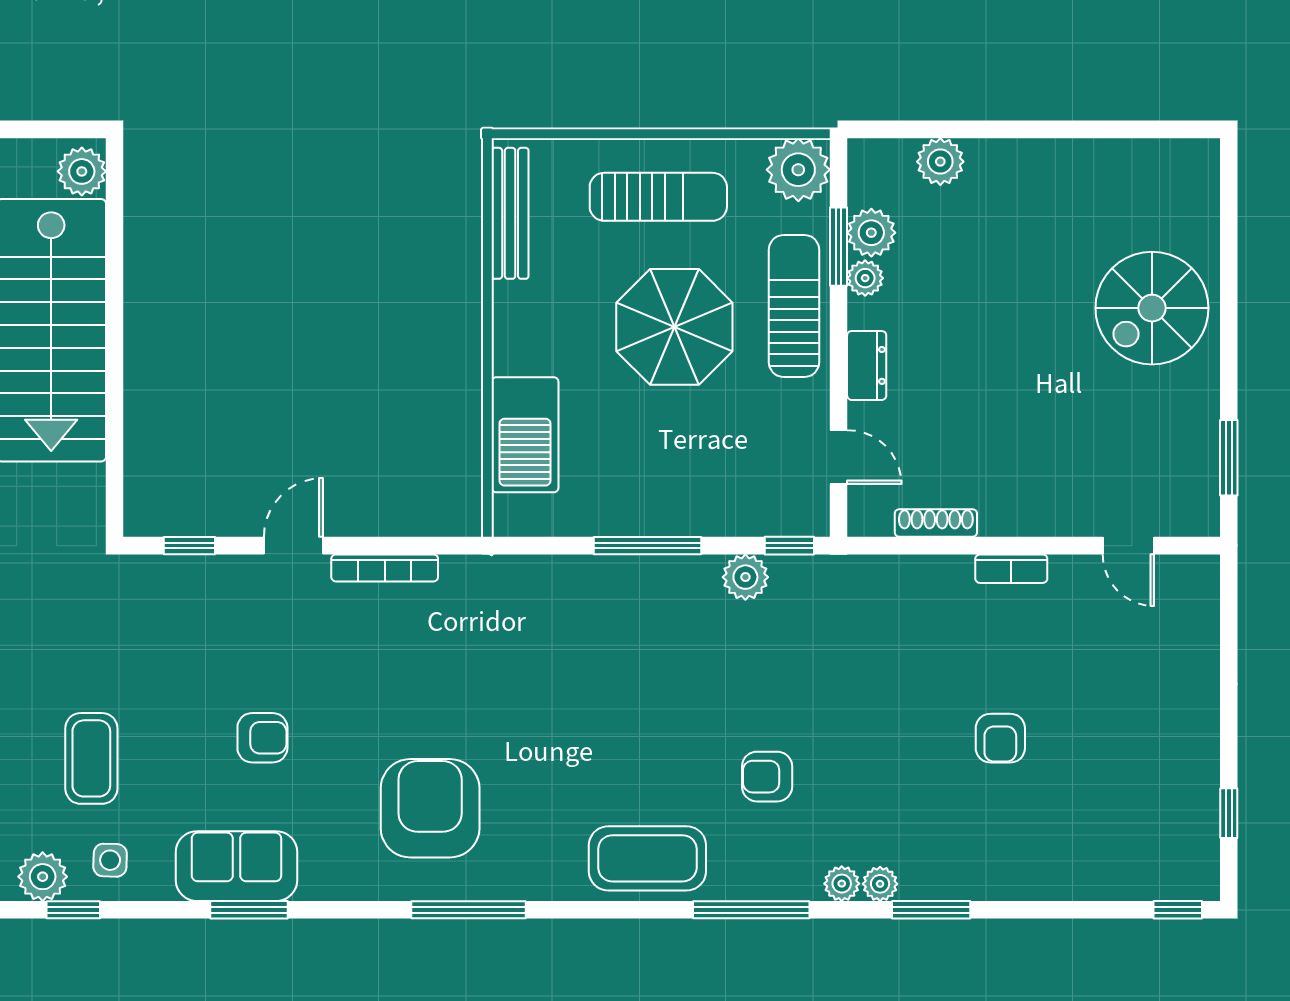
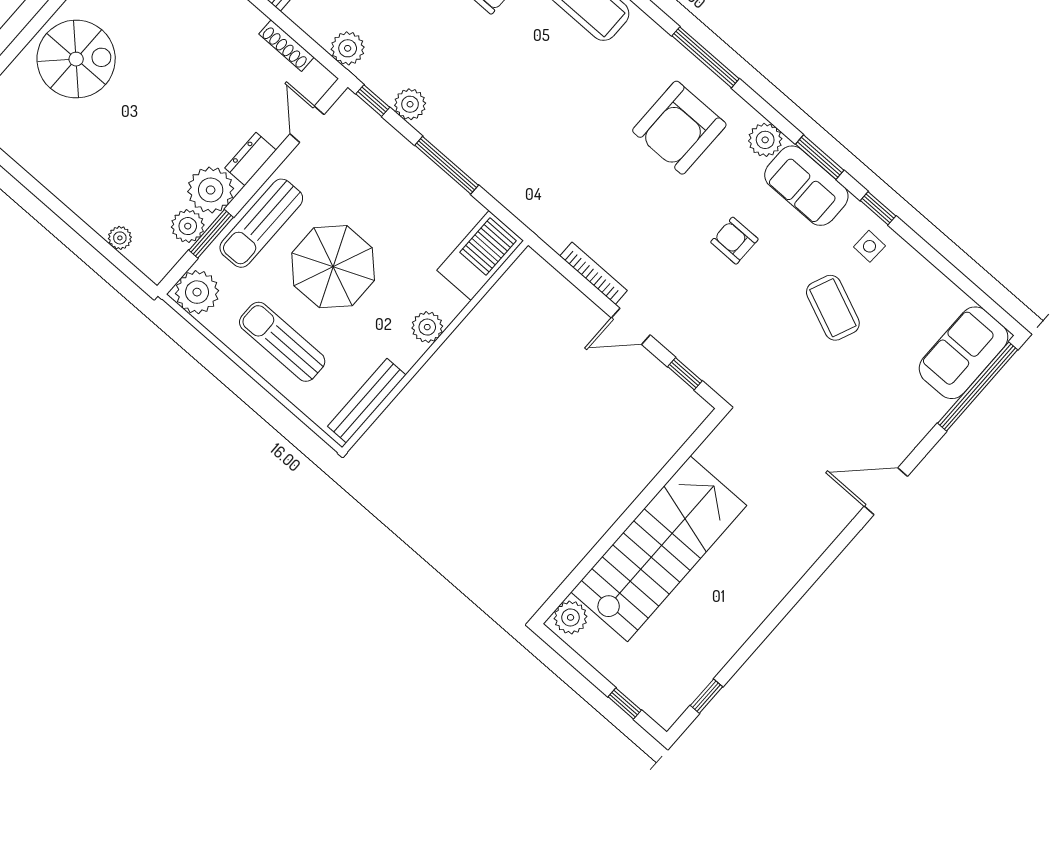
plant: (940, 162) -> (120, 238), width x0.73, depth x0.73
plant: (865, 278) -> (211, 190), width x1.88, depth x1.88
plant: (514, 351) -> (427, 327), added
barbecue: (525, 435) -> (480, 256), moved
plant: (867, 578) -> (348, 48), added
coffee table: (91, 758) -> (833, 308), turned -67
plant: (43, 877) -> (765, 140), moved
window: (73, 910) -> (878, 208), moved

